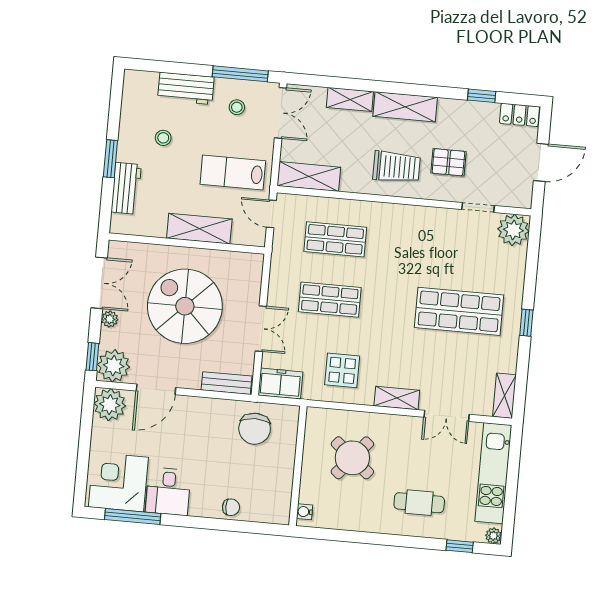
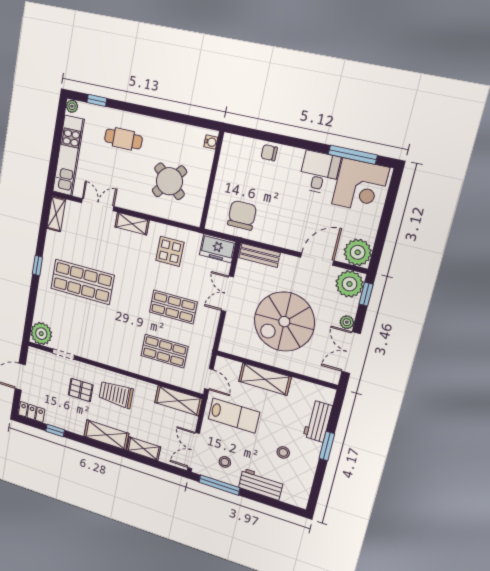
spiral stairs: (185, 306) -> (284, 322), turned 90

